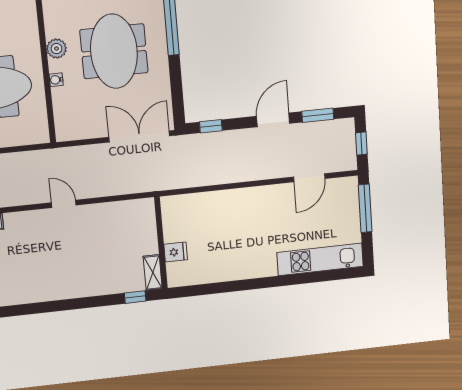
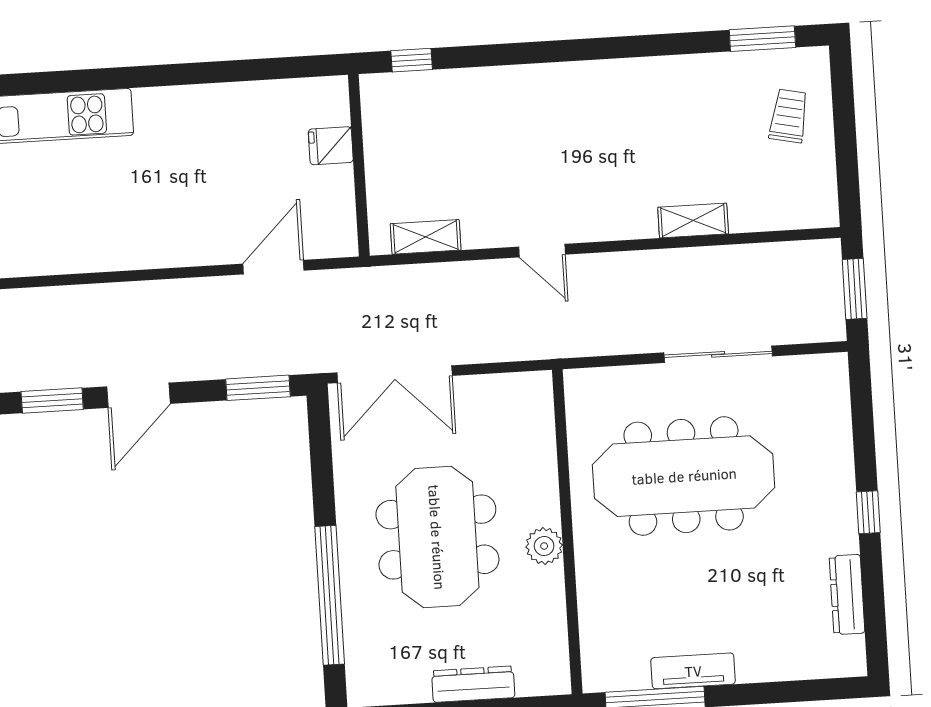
water cooler: (56, 80) -> (547, 488), removed
window: (211, 126) -> (258, 388), width x1.50
door: (309, 178) -> (273, 267), moved
shelving: (153, 272) -> (426, 237), moved, turned 90

